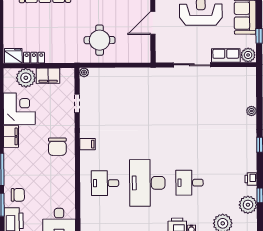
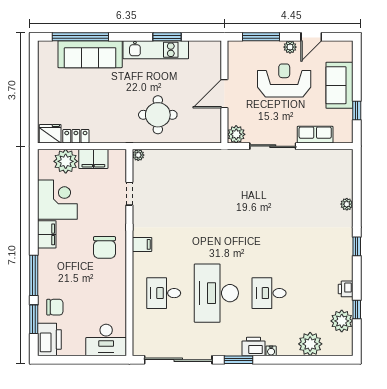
plant: (248, 55) -> (236, 134), moved

